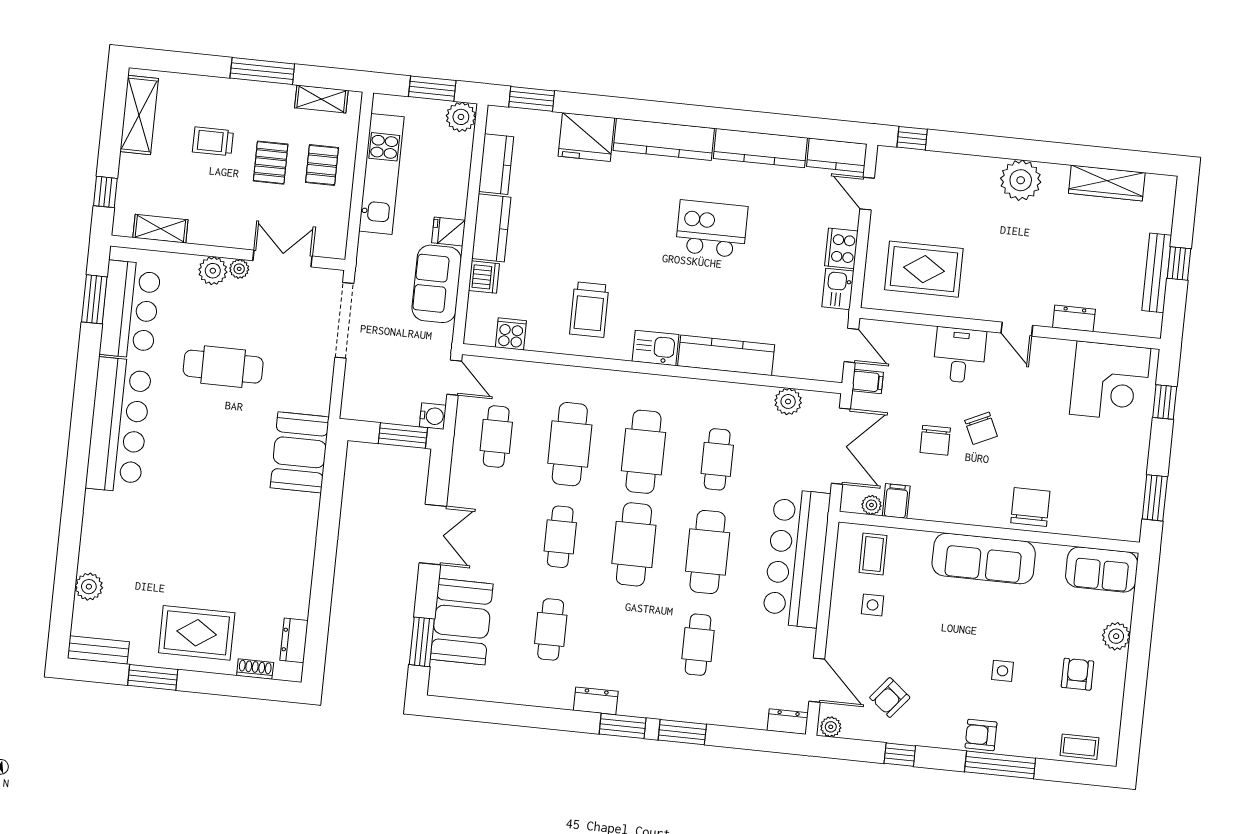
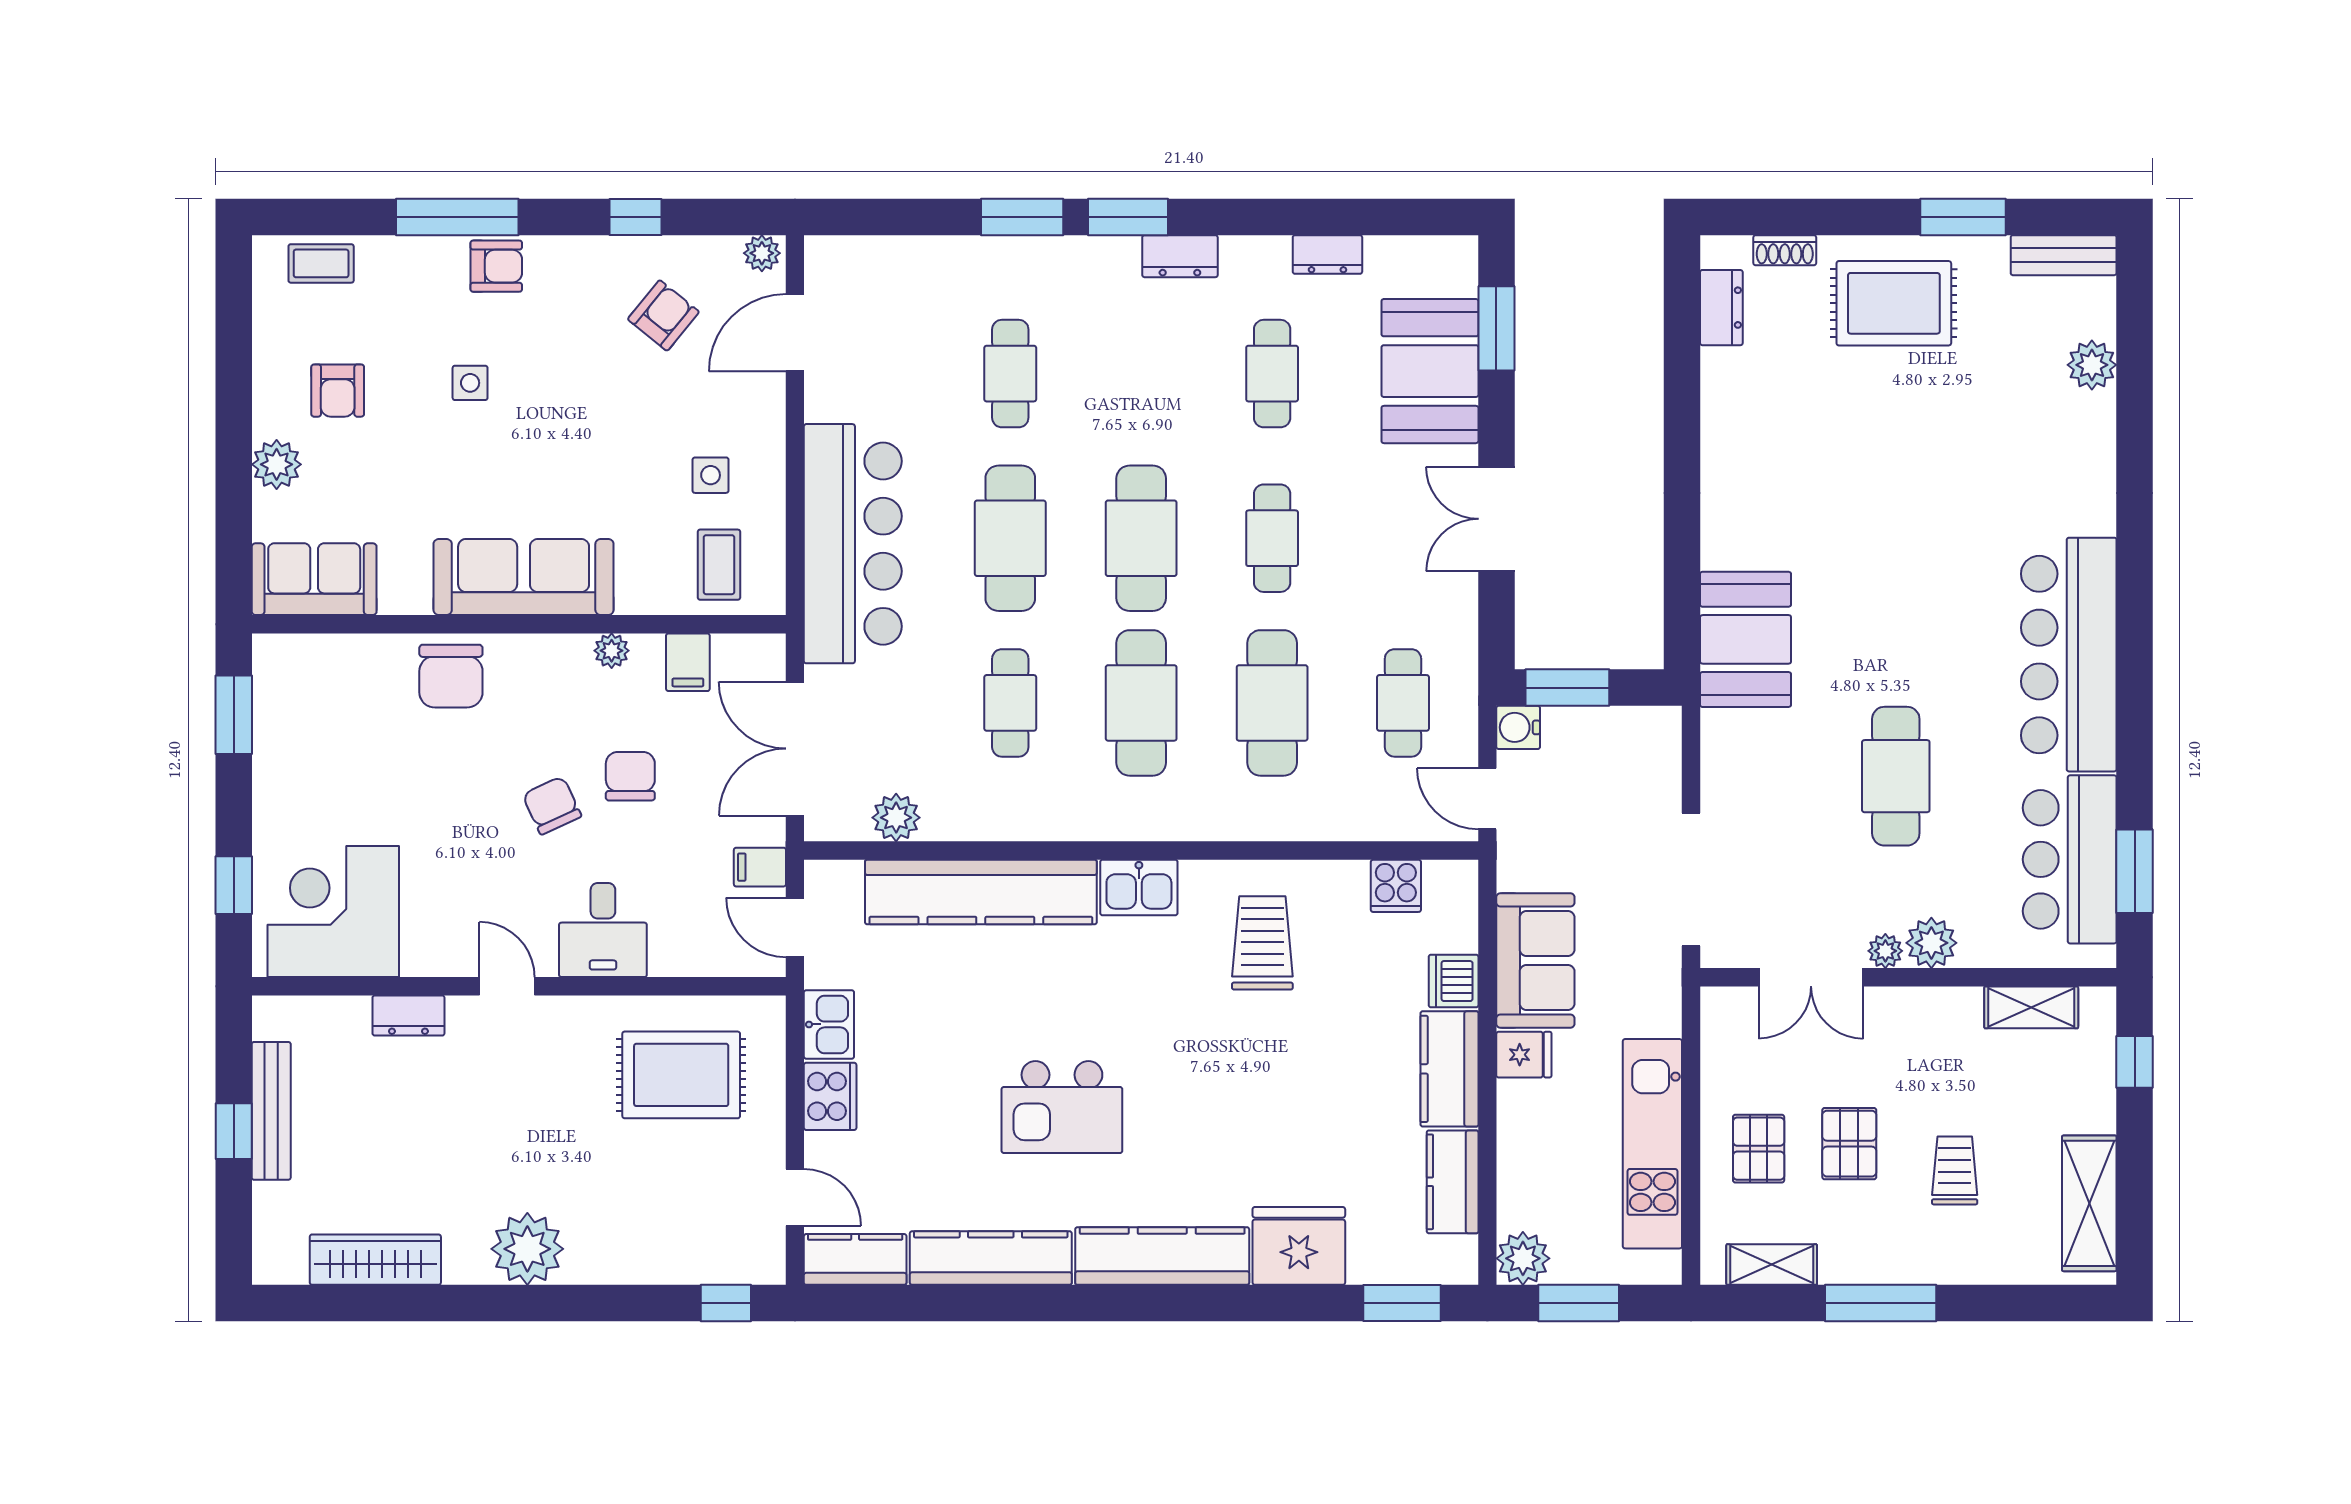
trolley: (213, 141) -> (1955, 1171), turned -90
kitchen counter: (726, 355) -> (981, 892), width x1.39, depth x1.17
cafe table: (223, 367) -> (1896, 776), turned 90
plant: (871, 505) -> (612, 651), moved
door: (817, 680) -> (795, 333), hinge flipped
dresser: (788, 722) -> (1327, 254), moved

